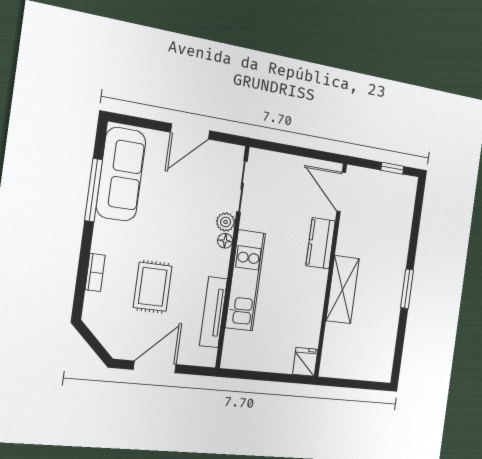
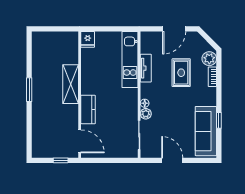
door: (190, 132) -> (172, 160), hinge flipped
window: (392, 168) -> (61, 160), moved
window: (94, 190) -> (219, 120), width x0.46
kitchen unit: (245, 280) -> (130, 60), moved
plant: (97, 306) -> (209, 59), added
tv unit: (213, 312) -> (146, 68), width x0.71

